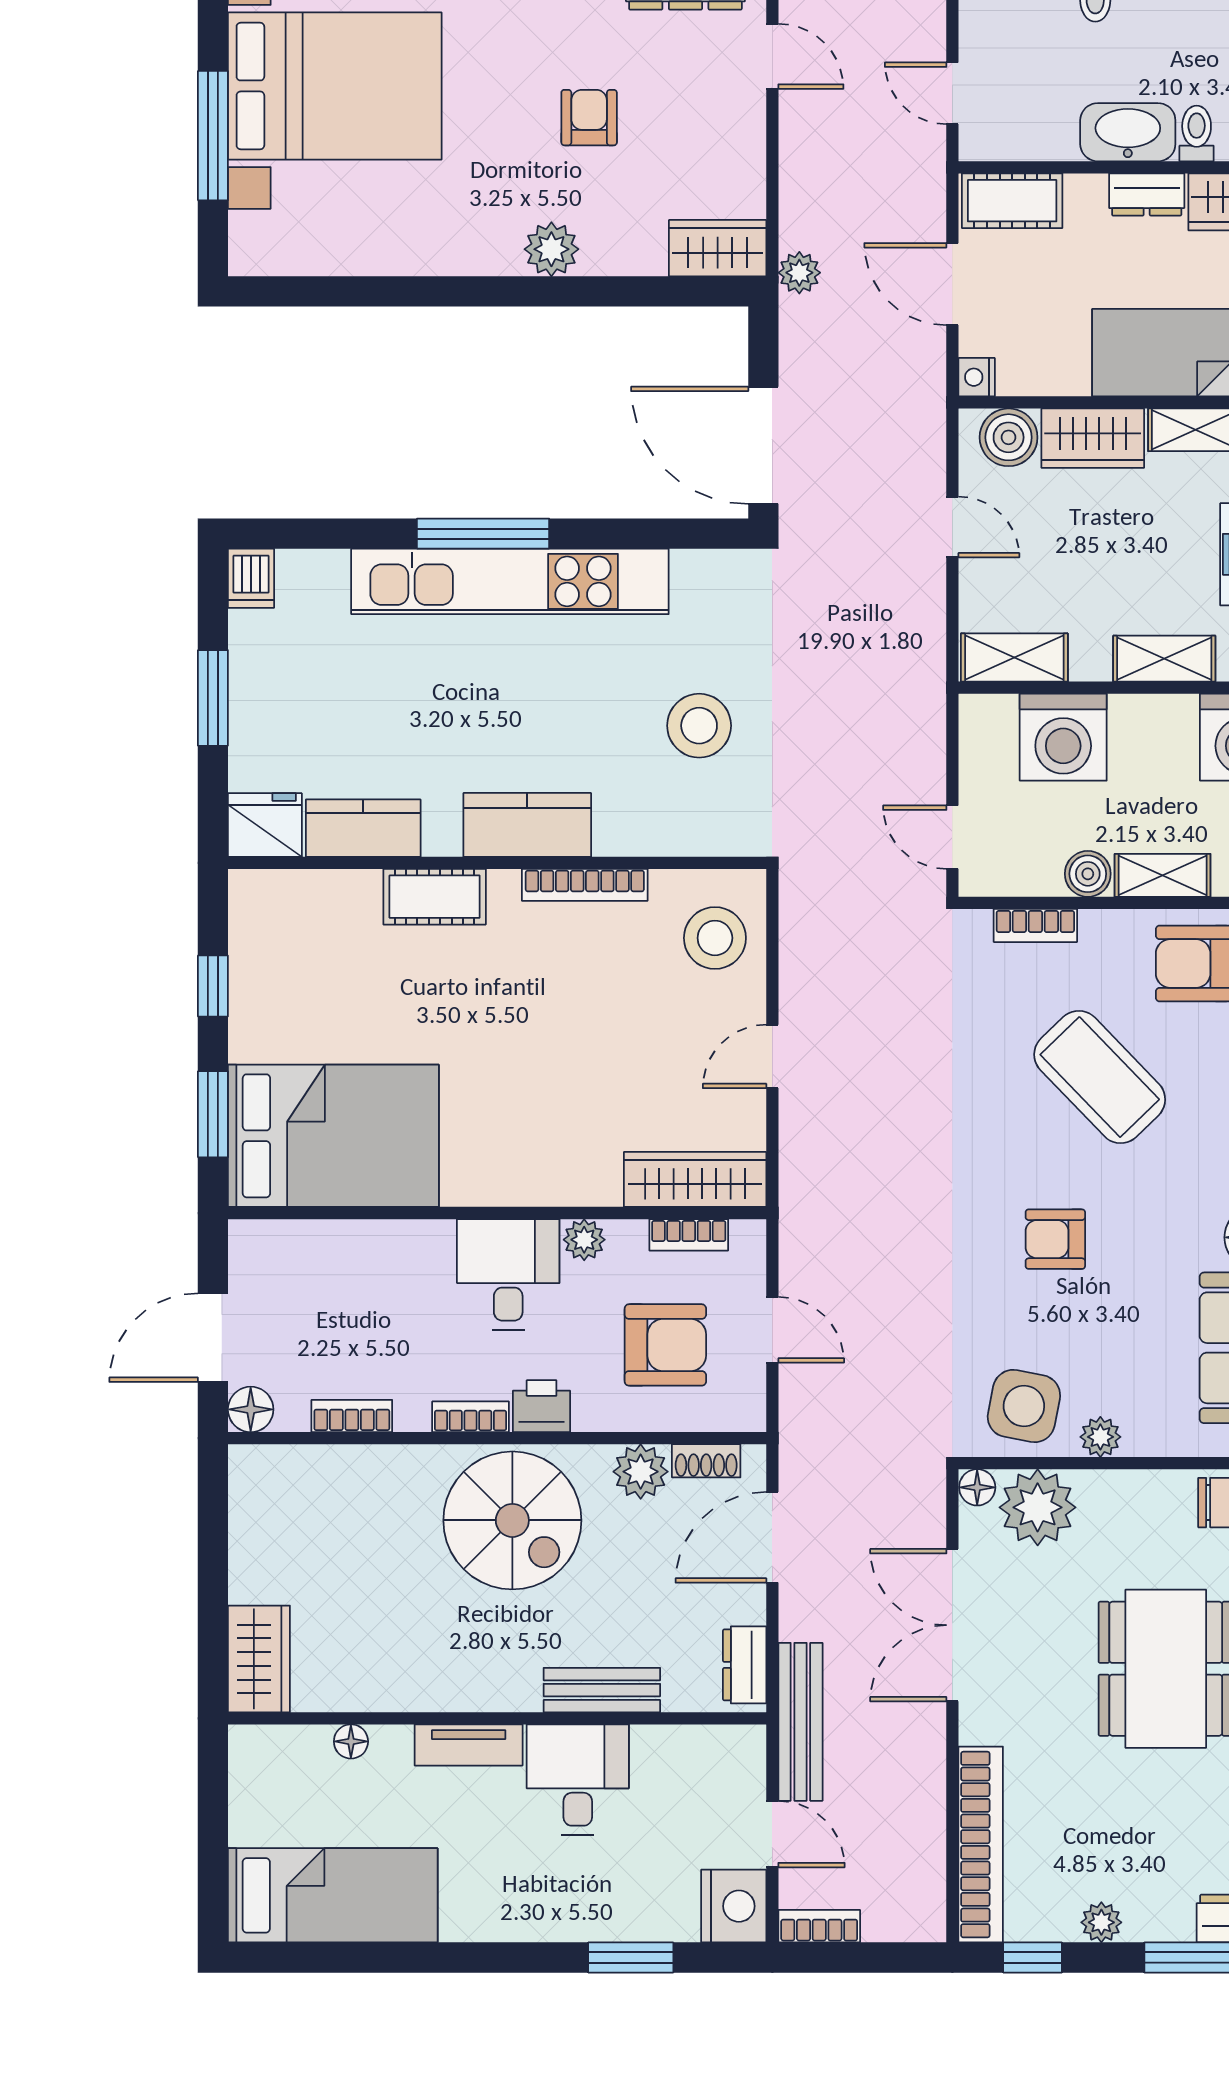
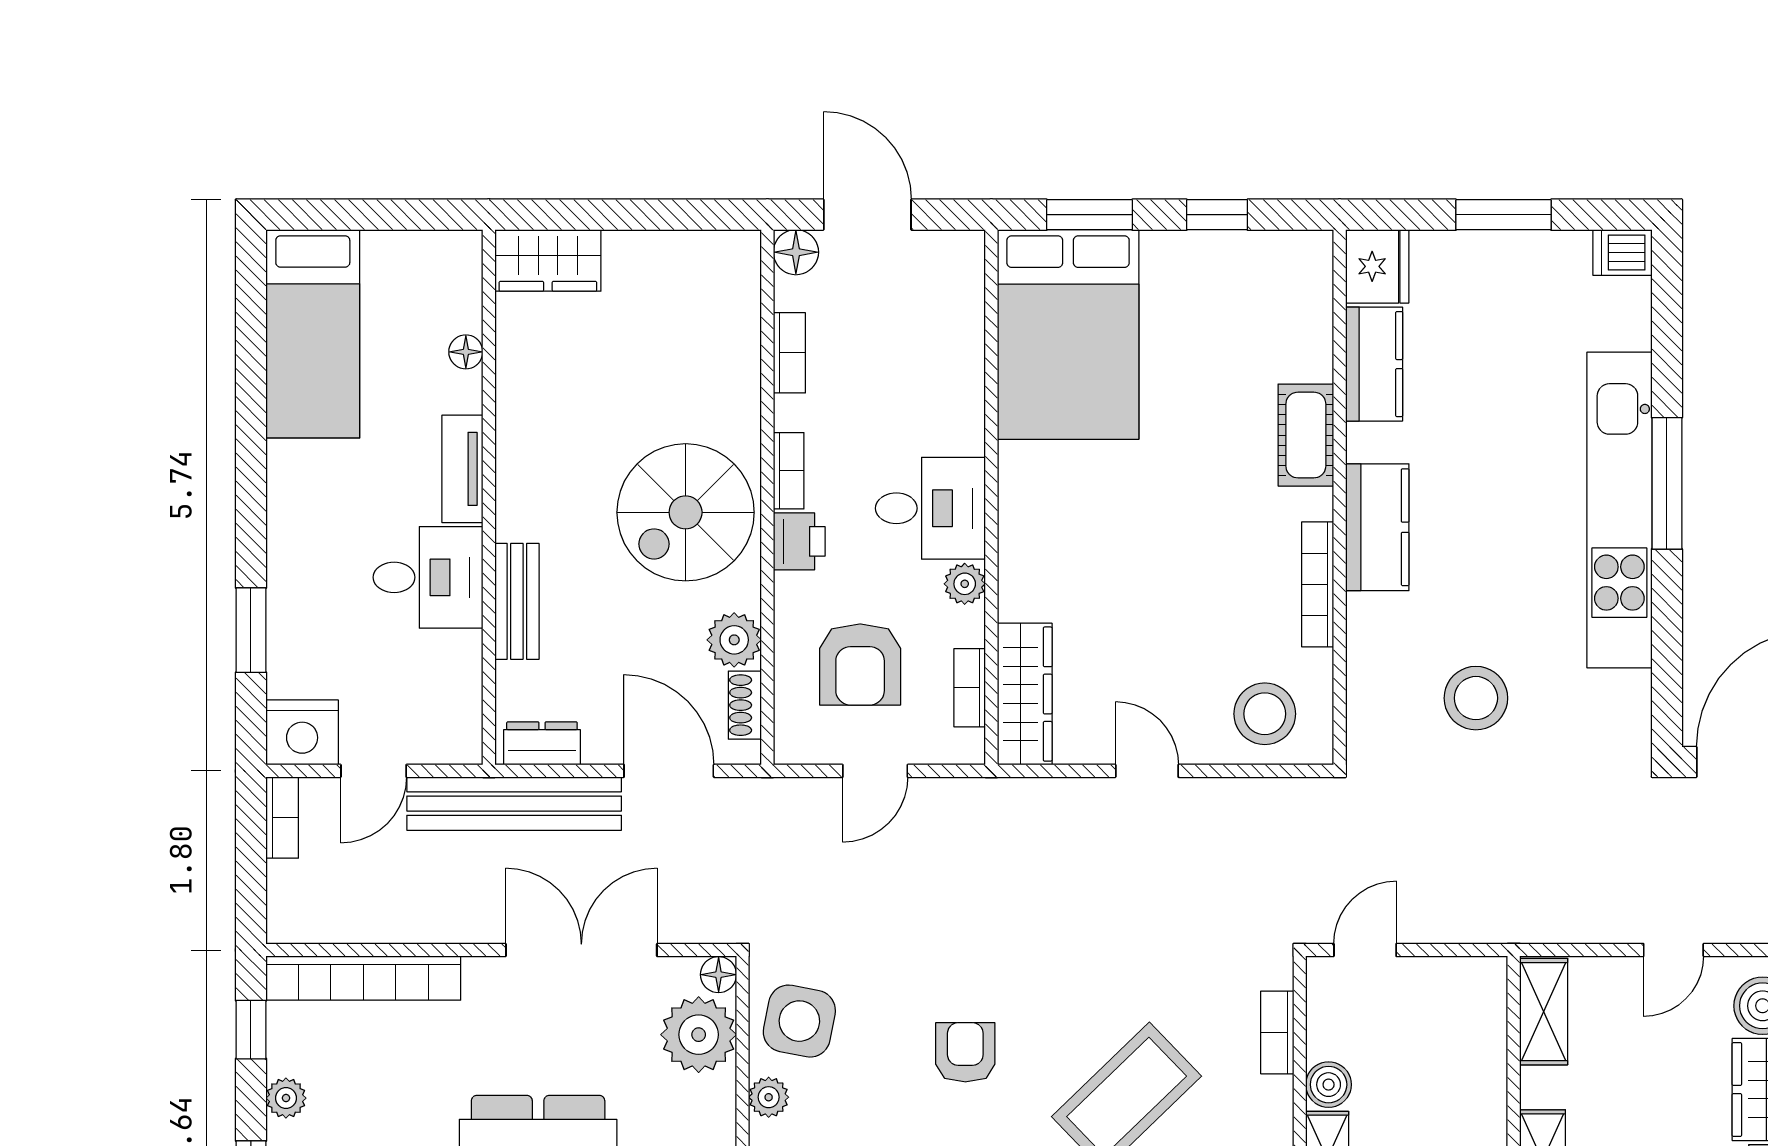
washing machine: (1063, 737) -> (1464, 1060), removed
bench: (800, 1722) -> (514, 804), width x1.37, depth x1.21

